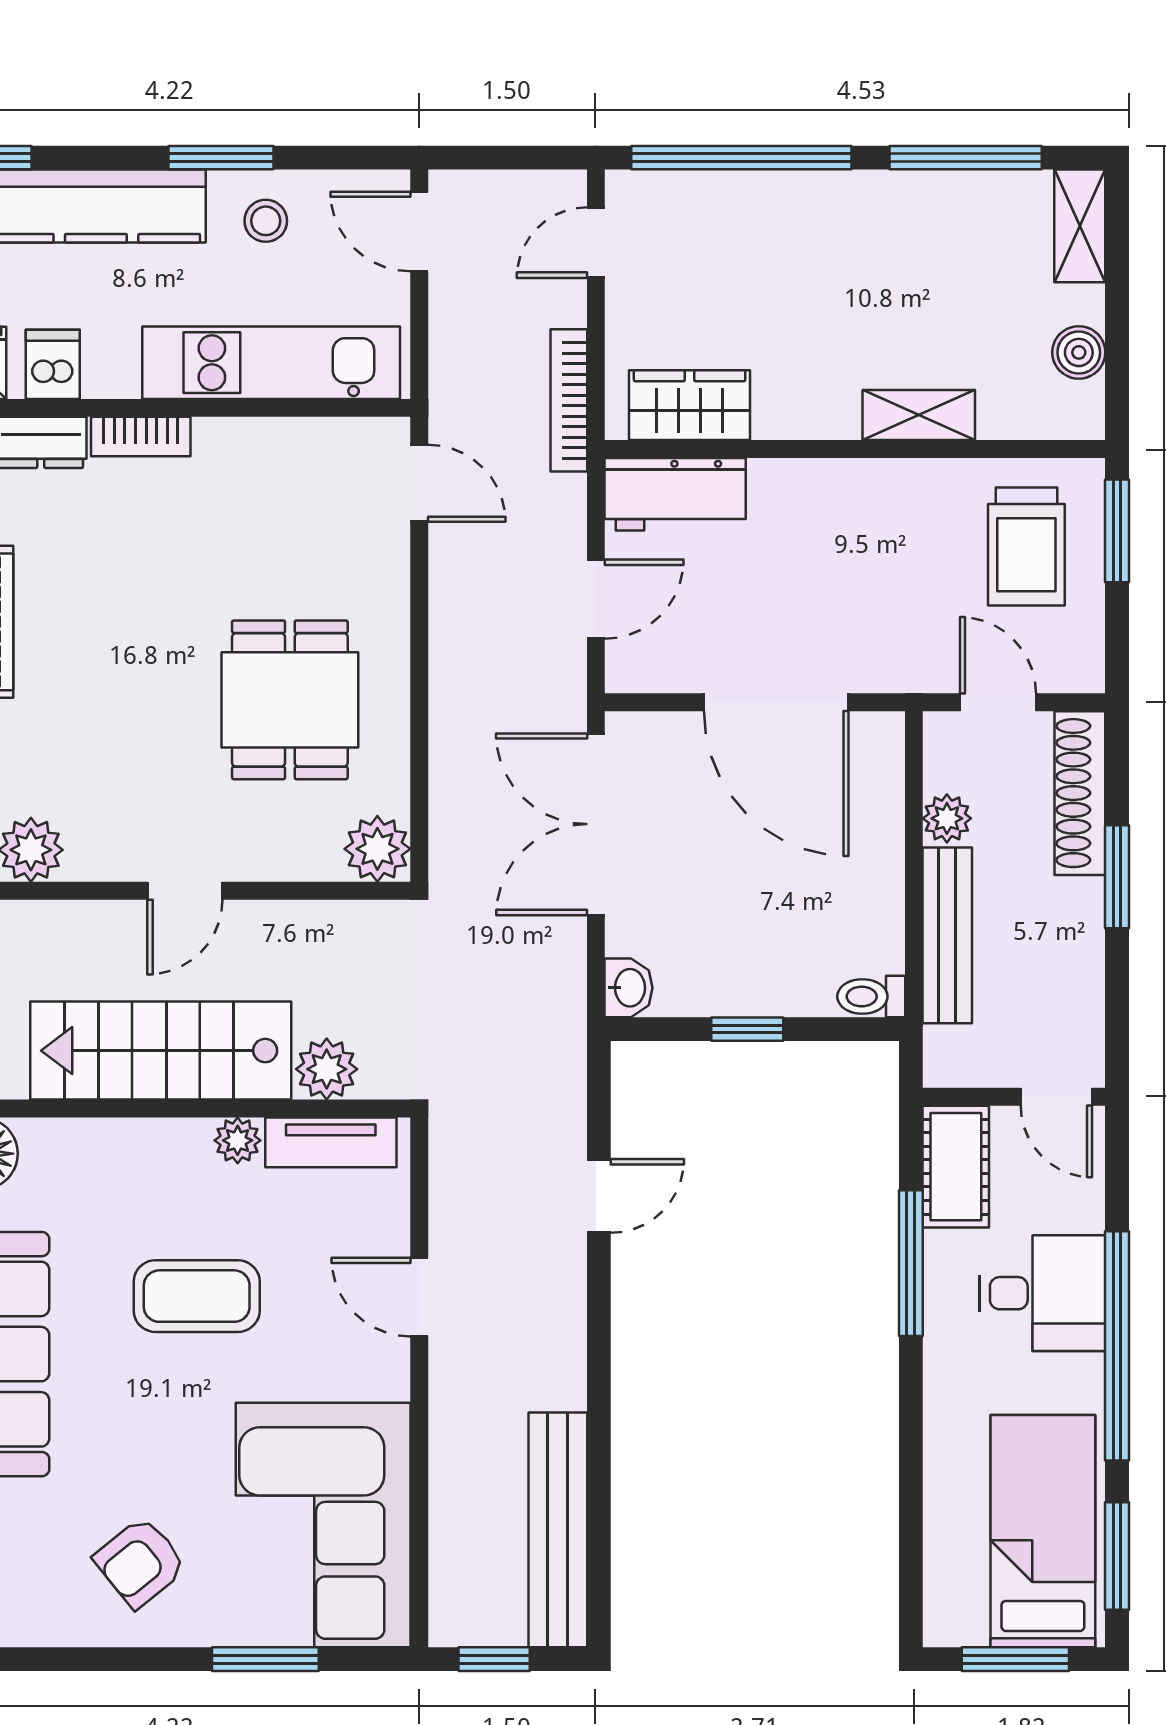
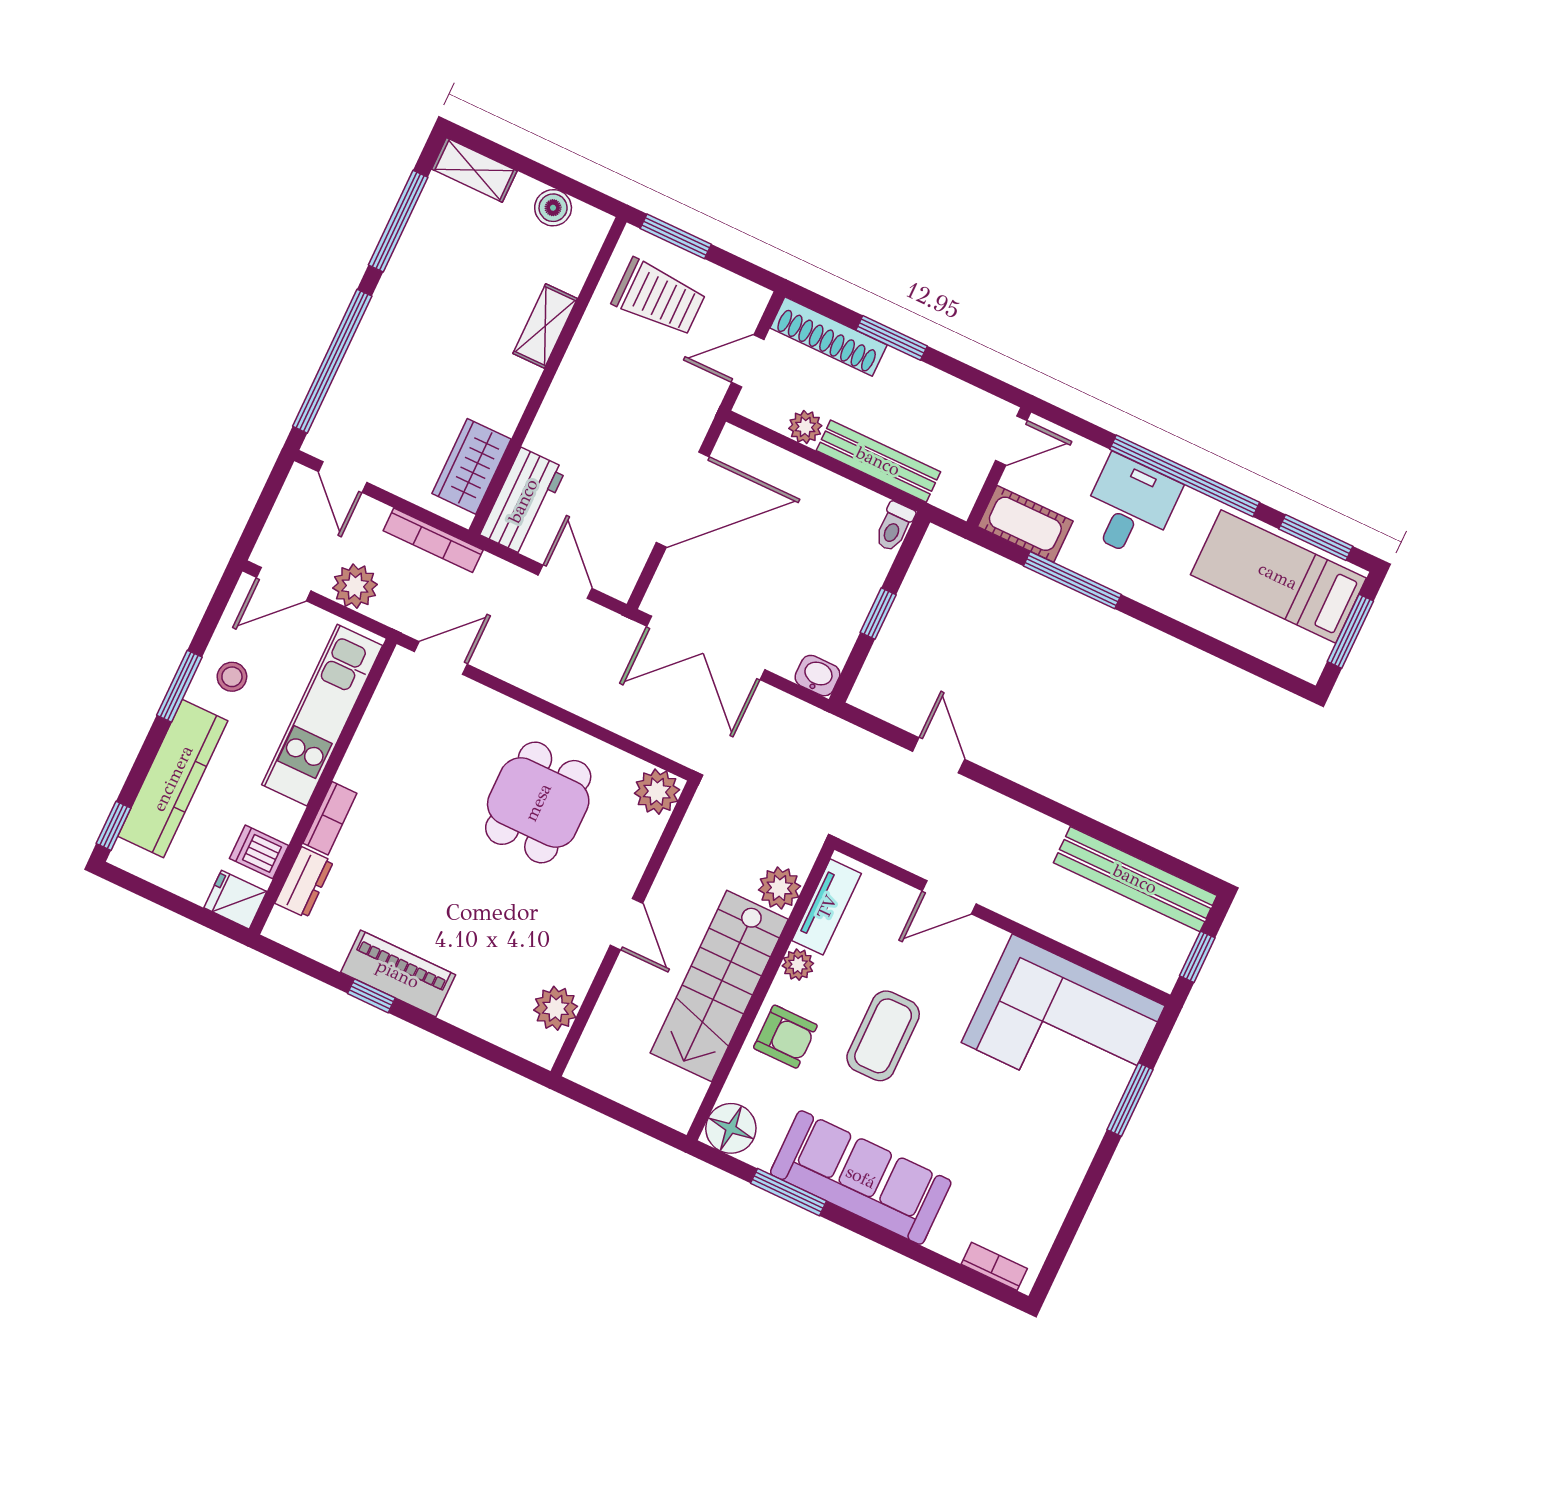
plant: (461, 326) -> (355, 586), added
dining table: (290, 700) -> (538, 802), turned 90
armchair: (140, 1562) -> (785, 1037), moved, turned -51

